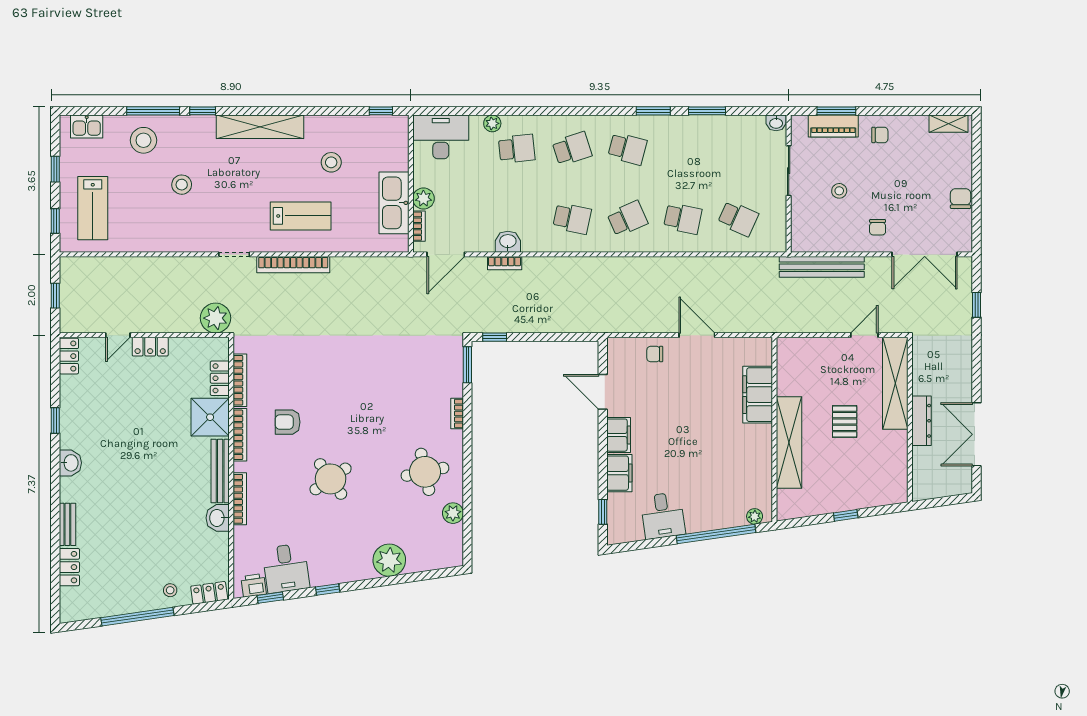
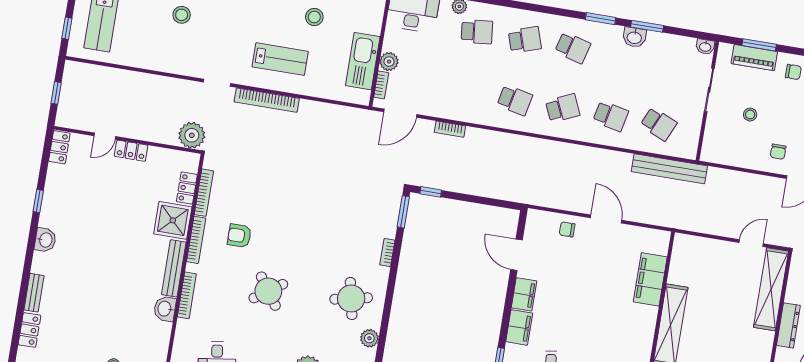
washbasin: (508, 242) -> (634, 37), moved, turned 180
bench: (822, 267) -> (669, 169), moved
pallet: (845, 422) -> (722, 315), removed

